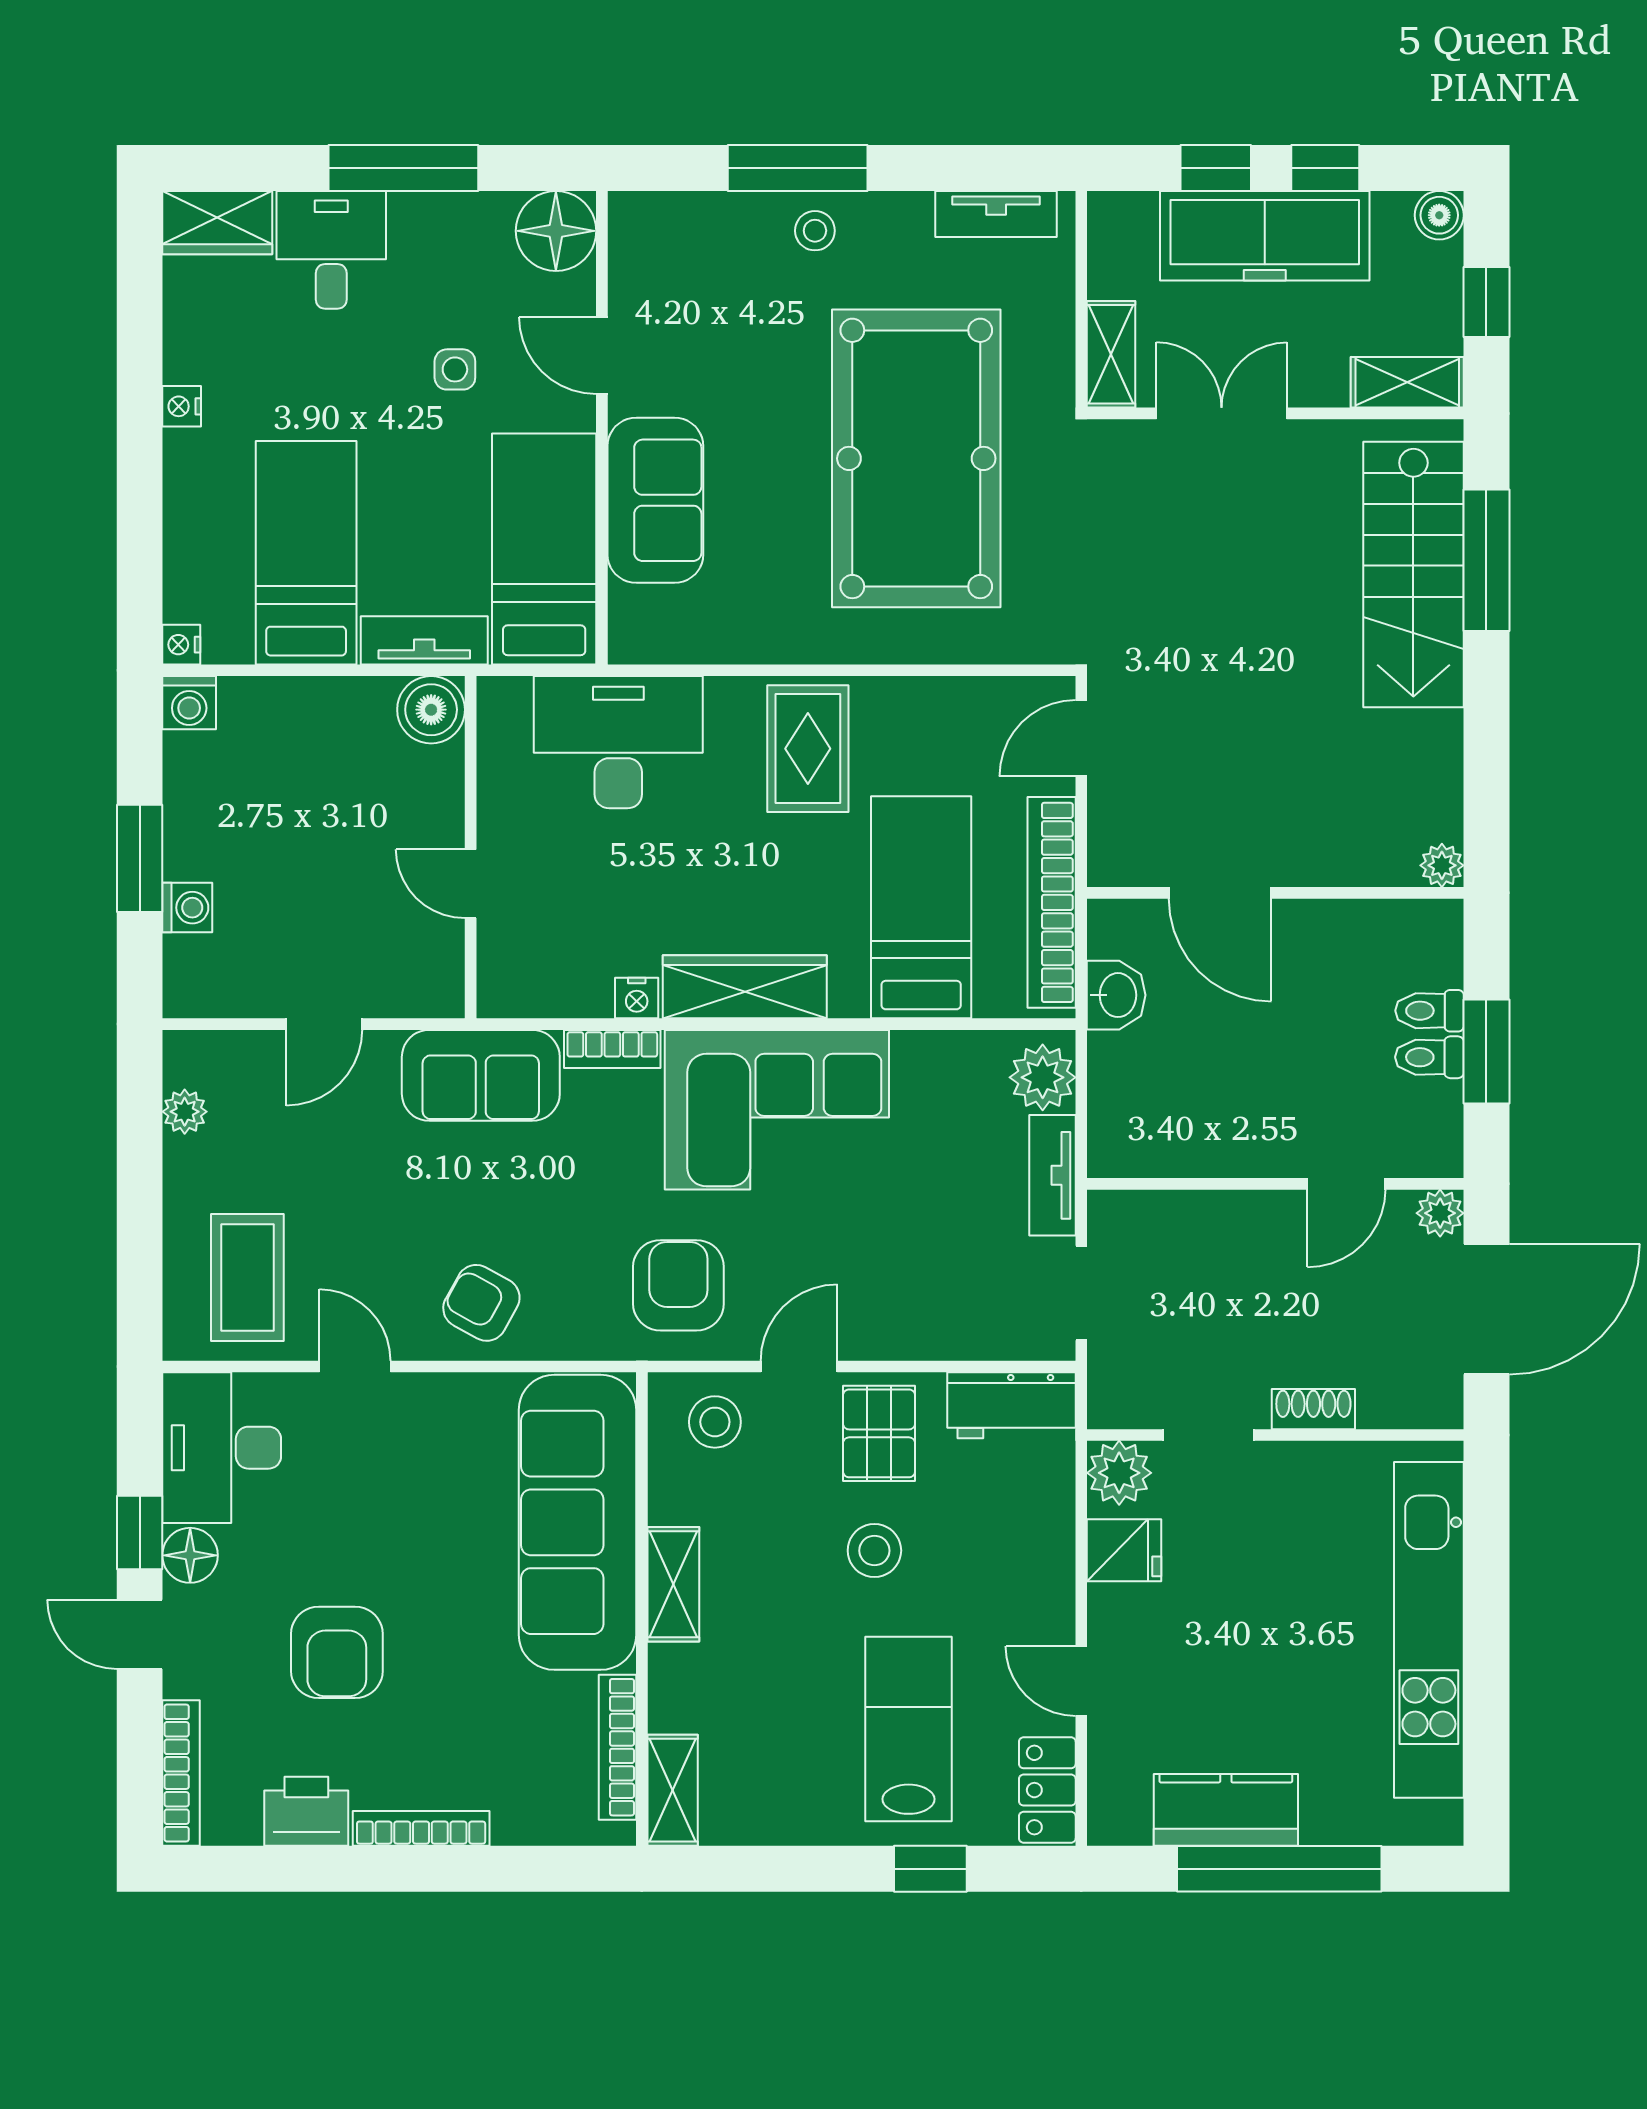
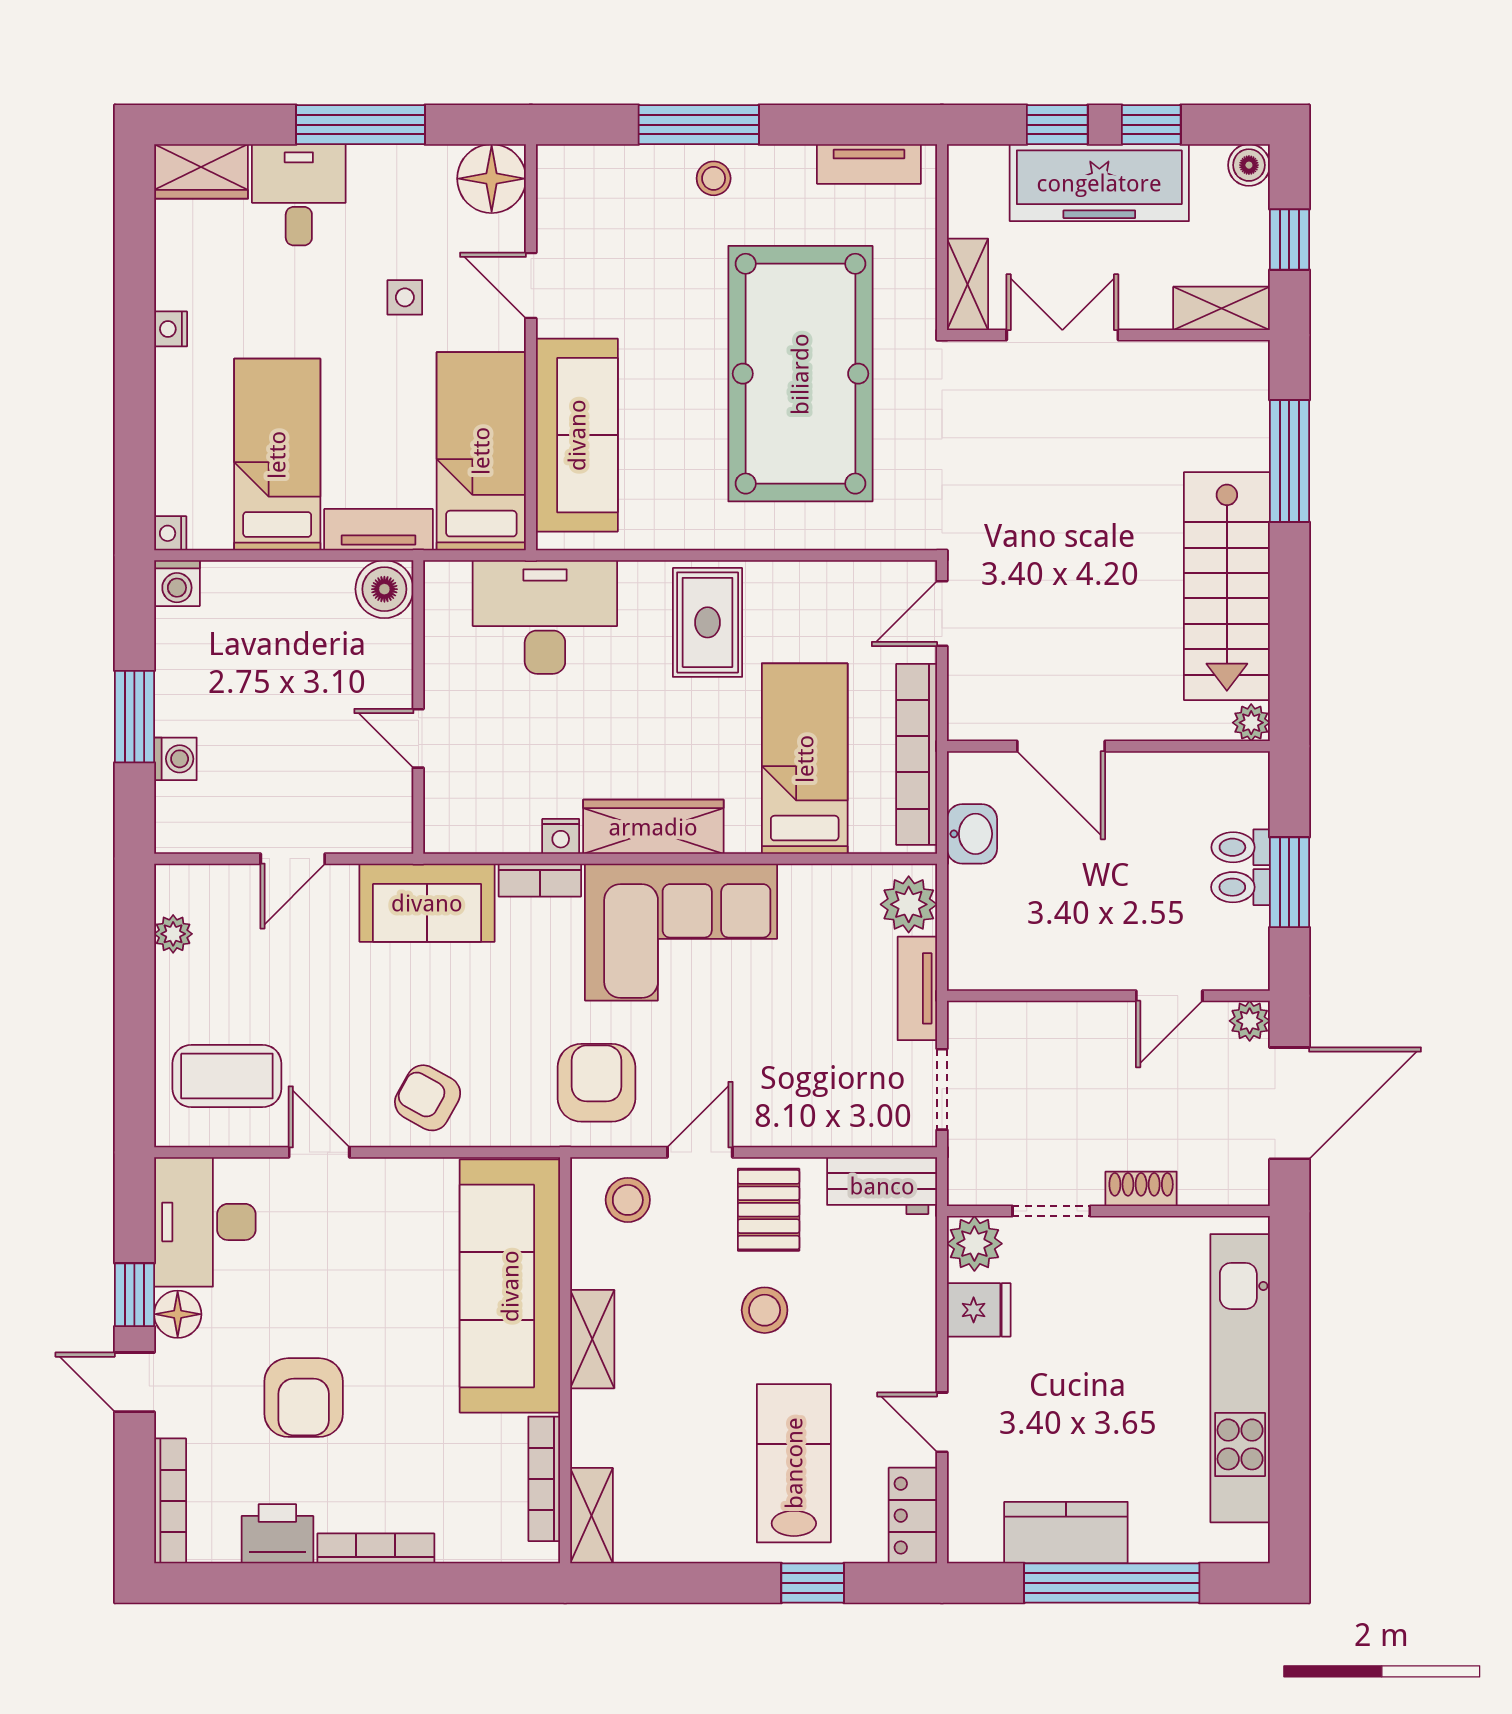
sofa: (655, 500) -> (577, 435), width x1.36
stairs: (1413, 574) -> (1227, 586), moved
coffee table: (247, 1277) -> (227, 1076), turned 90

